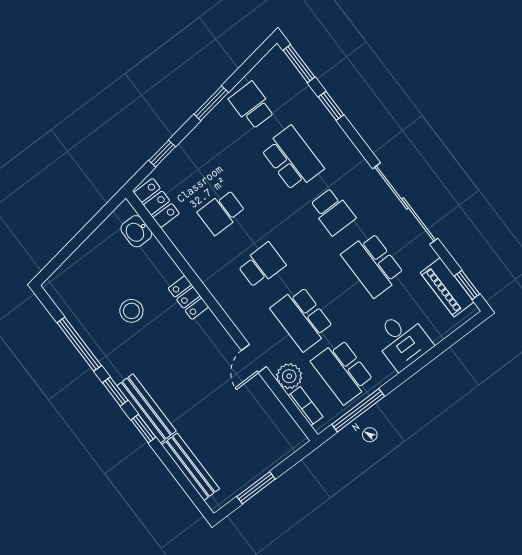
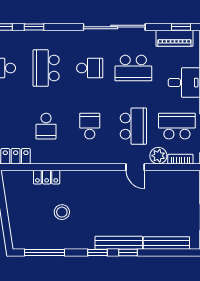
school desk: (292, 158) -> (46, 68), turned -90
washbasin: (136, 231) -> (22, 178), removed
locker: (188, 298) -> (47, 177), moved
school desk: (302, 318) -> (133, 126), turned -90
window: (79, 344) -> (45, 252), moved
school desk: (342, 371) -> (177, 126), turned 180

